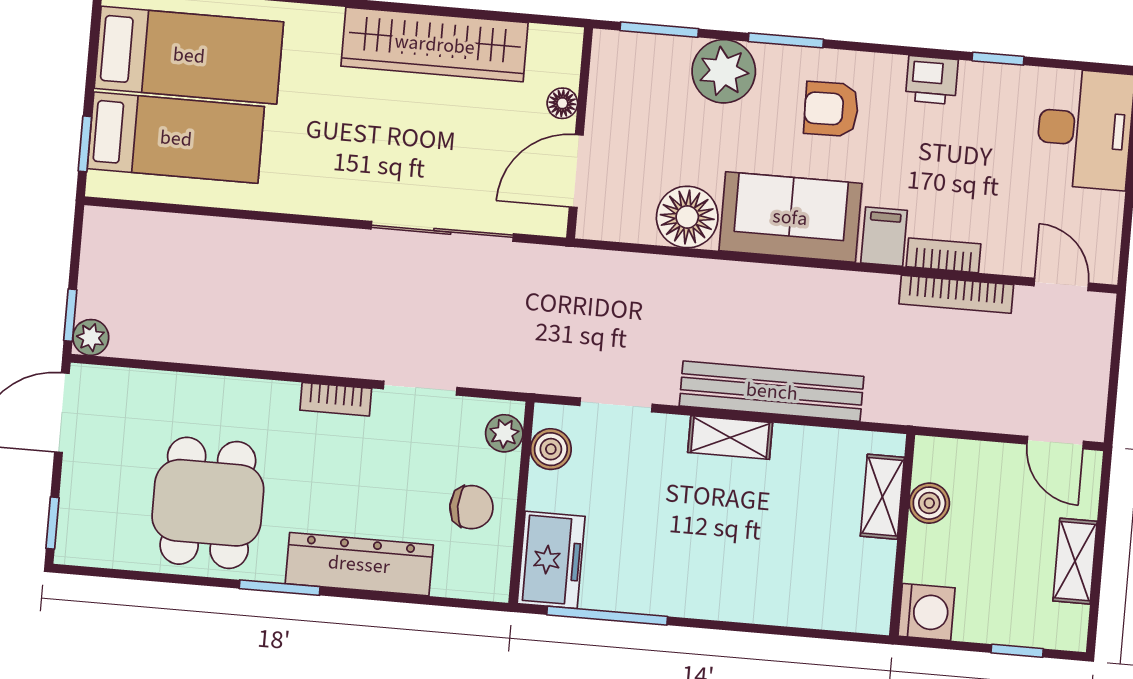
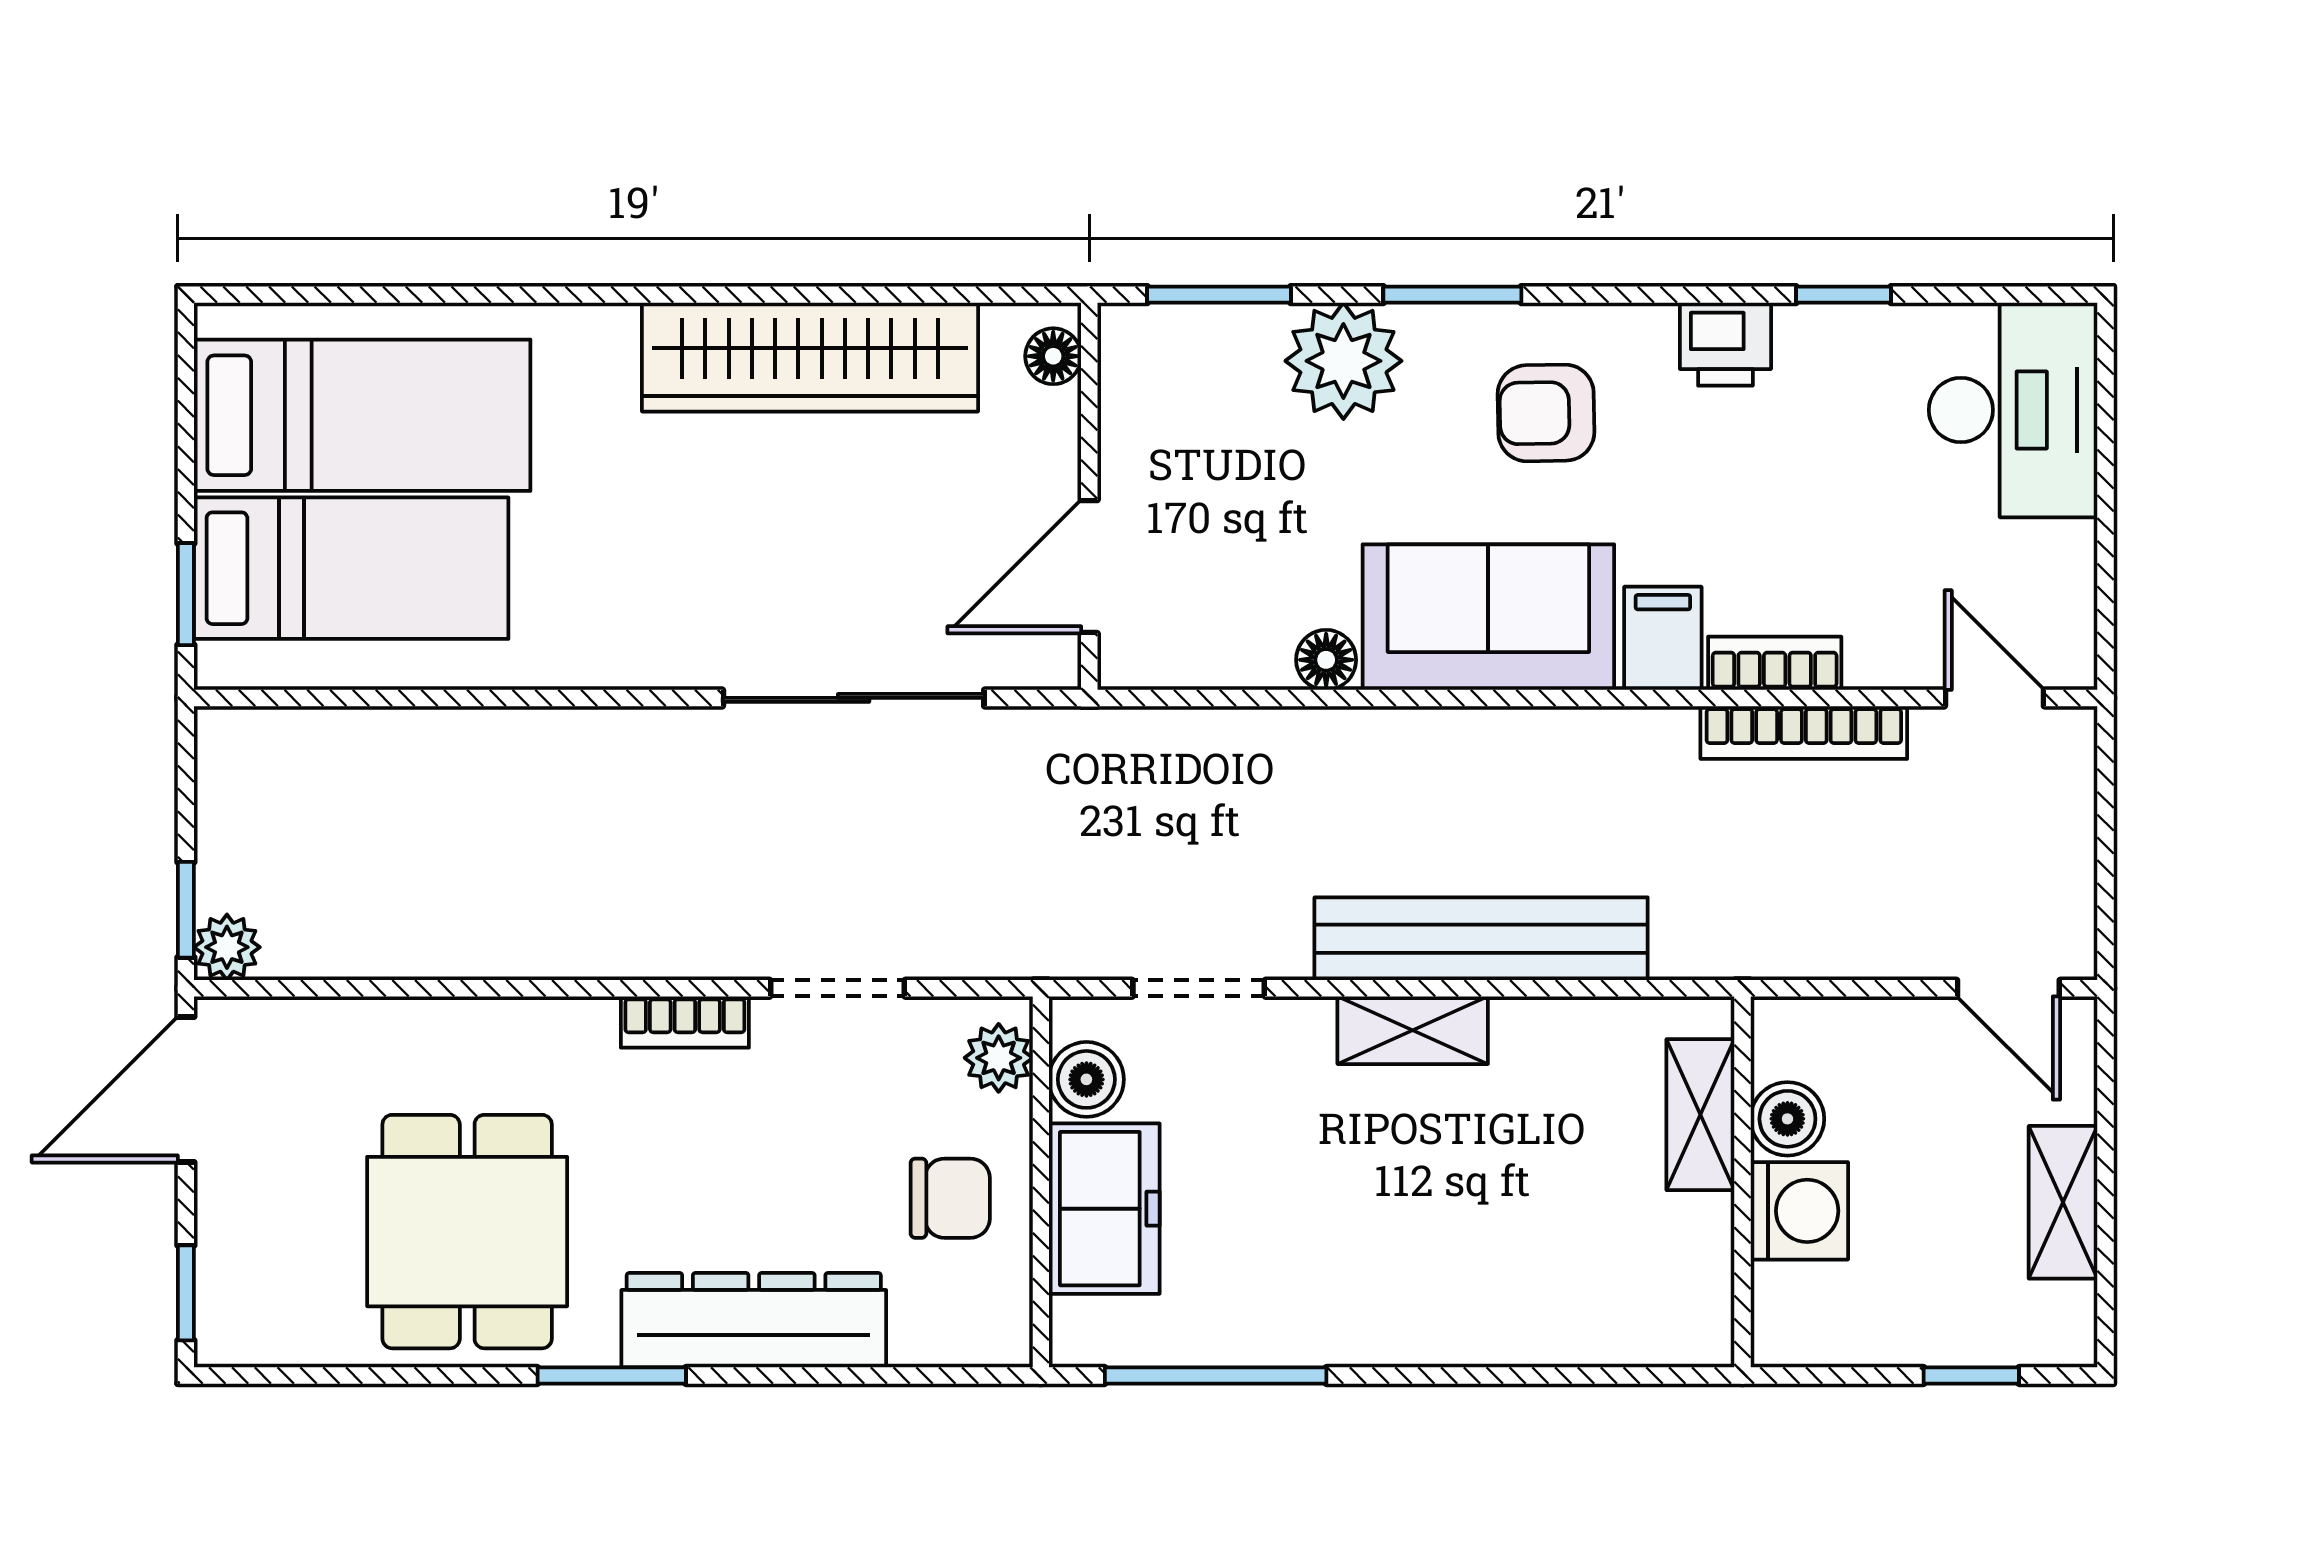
floor lamp: (562, 103) -> (1053, 356), moved
floor lamp: (687, 217) -> (1326, 660), width x0.53, depth x0.53
freezer: (551, 560) -> (1104, 1209), moved
washing machine: (926, 612) -> (1799, 1211), moved

